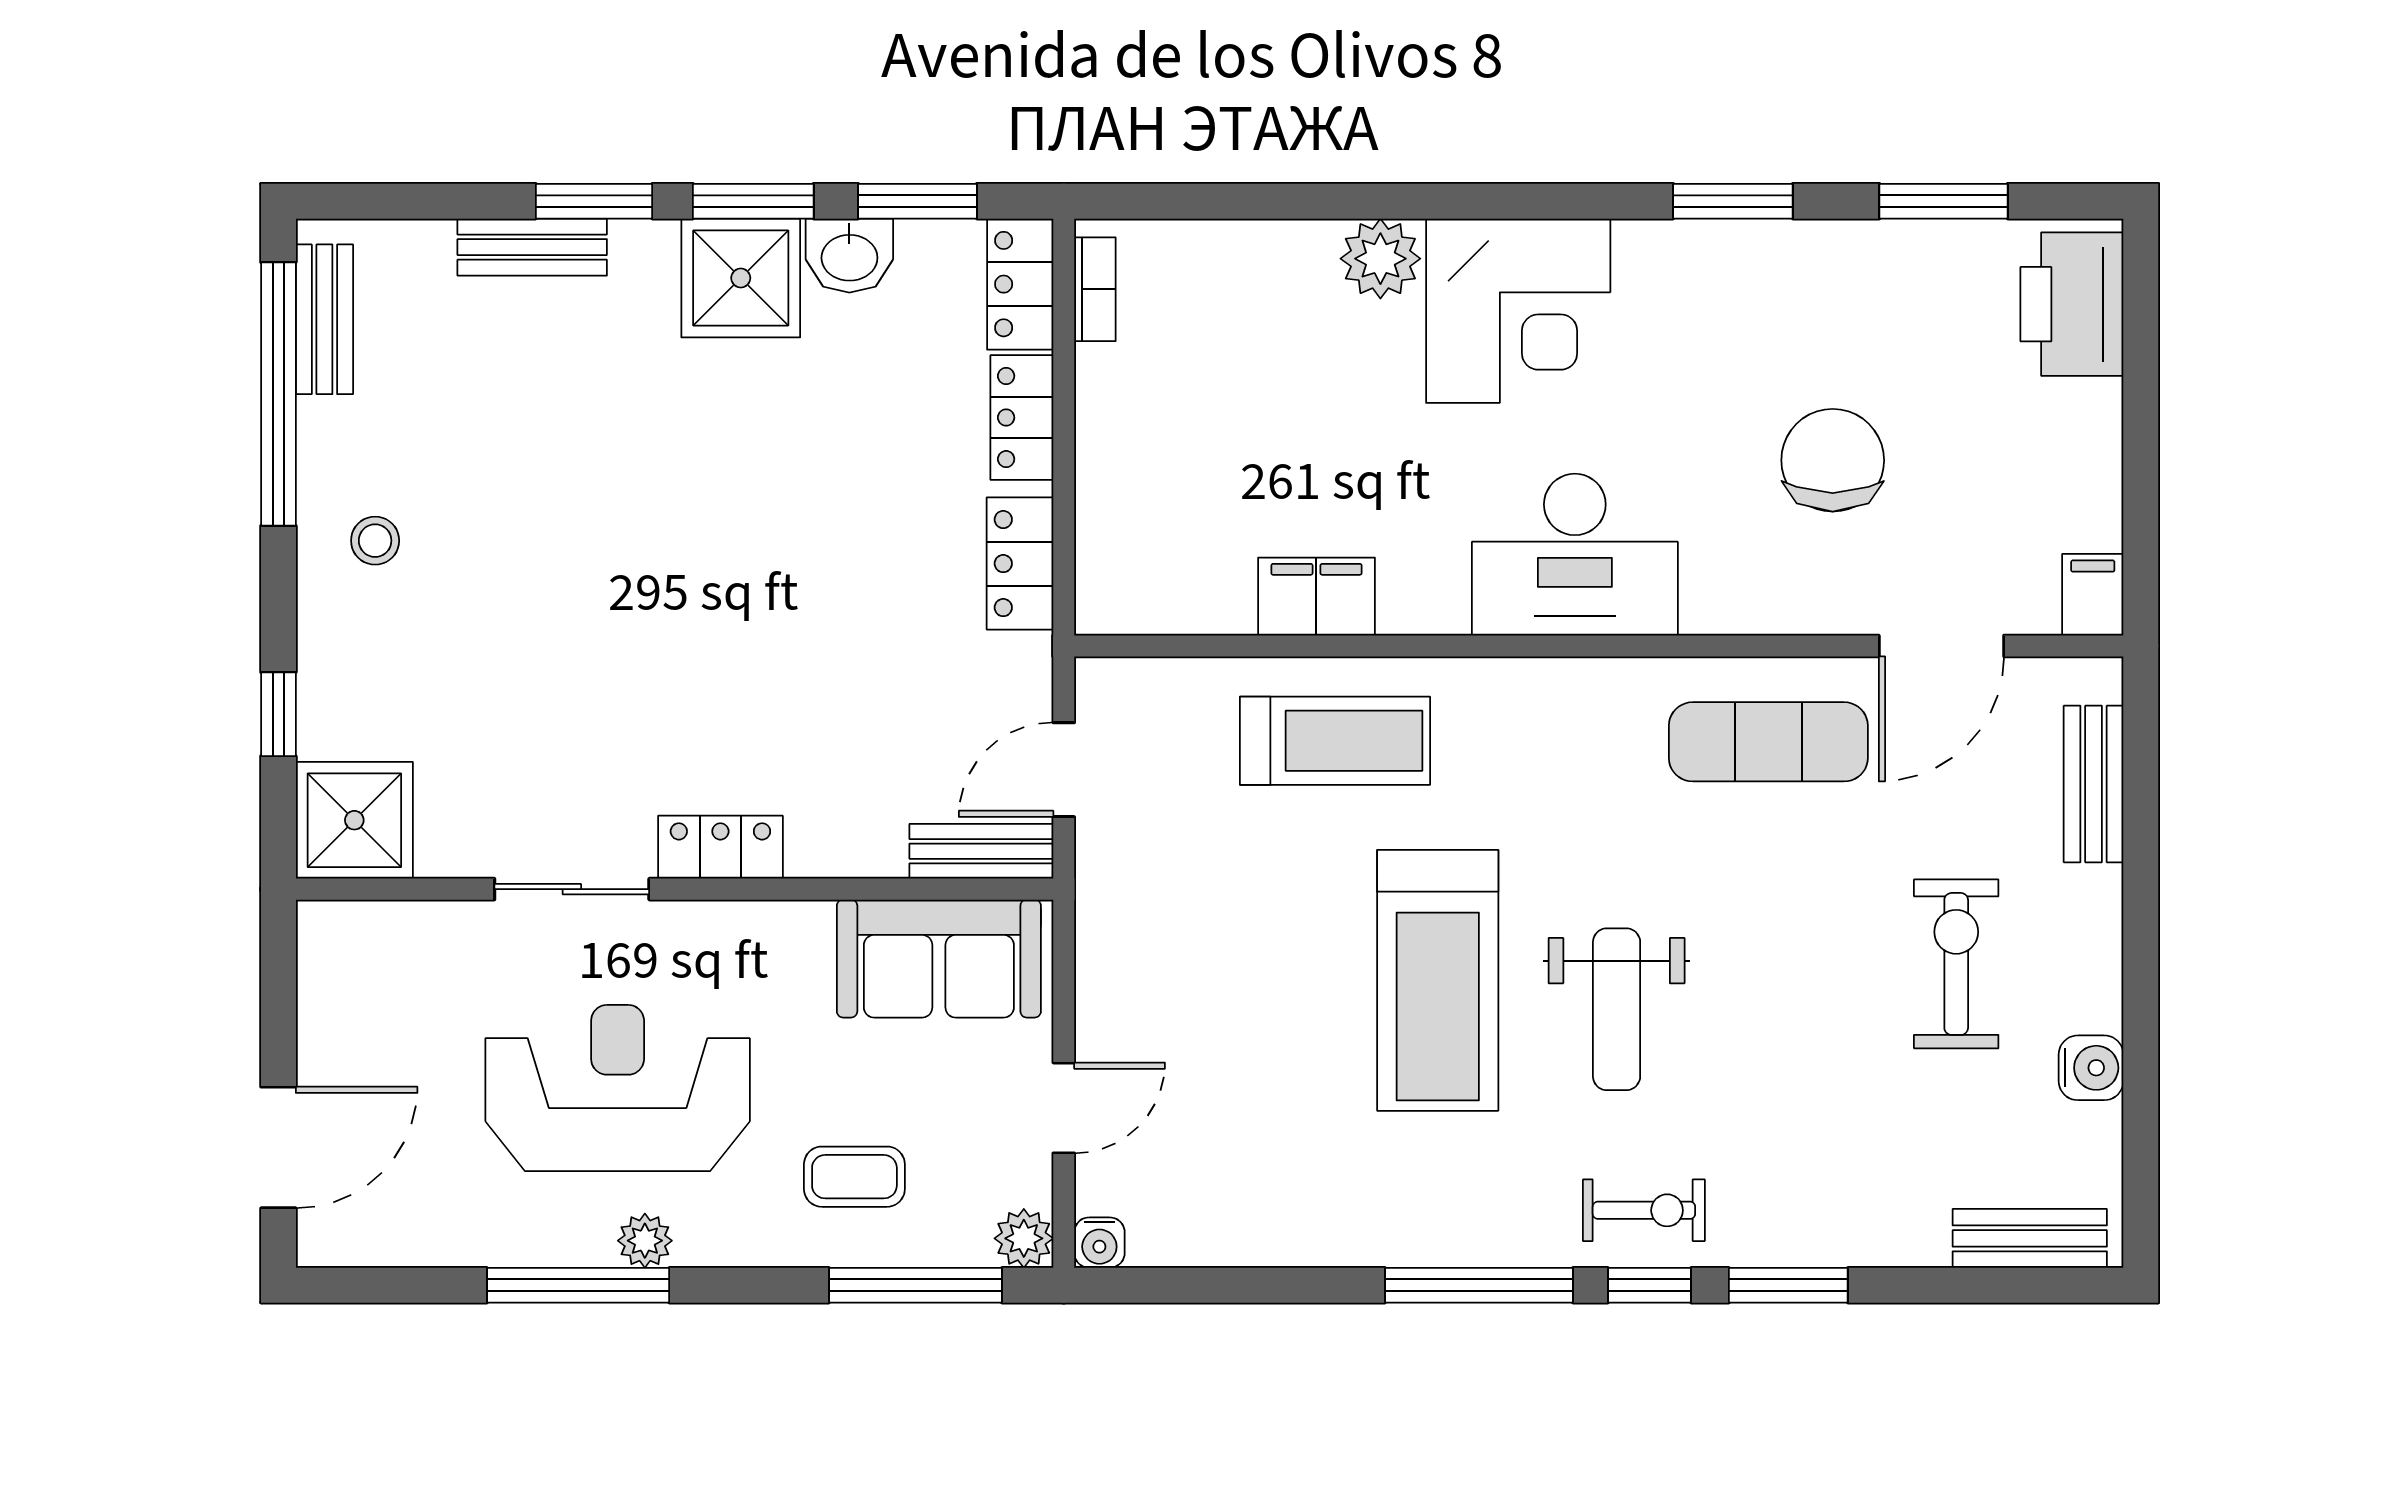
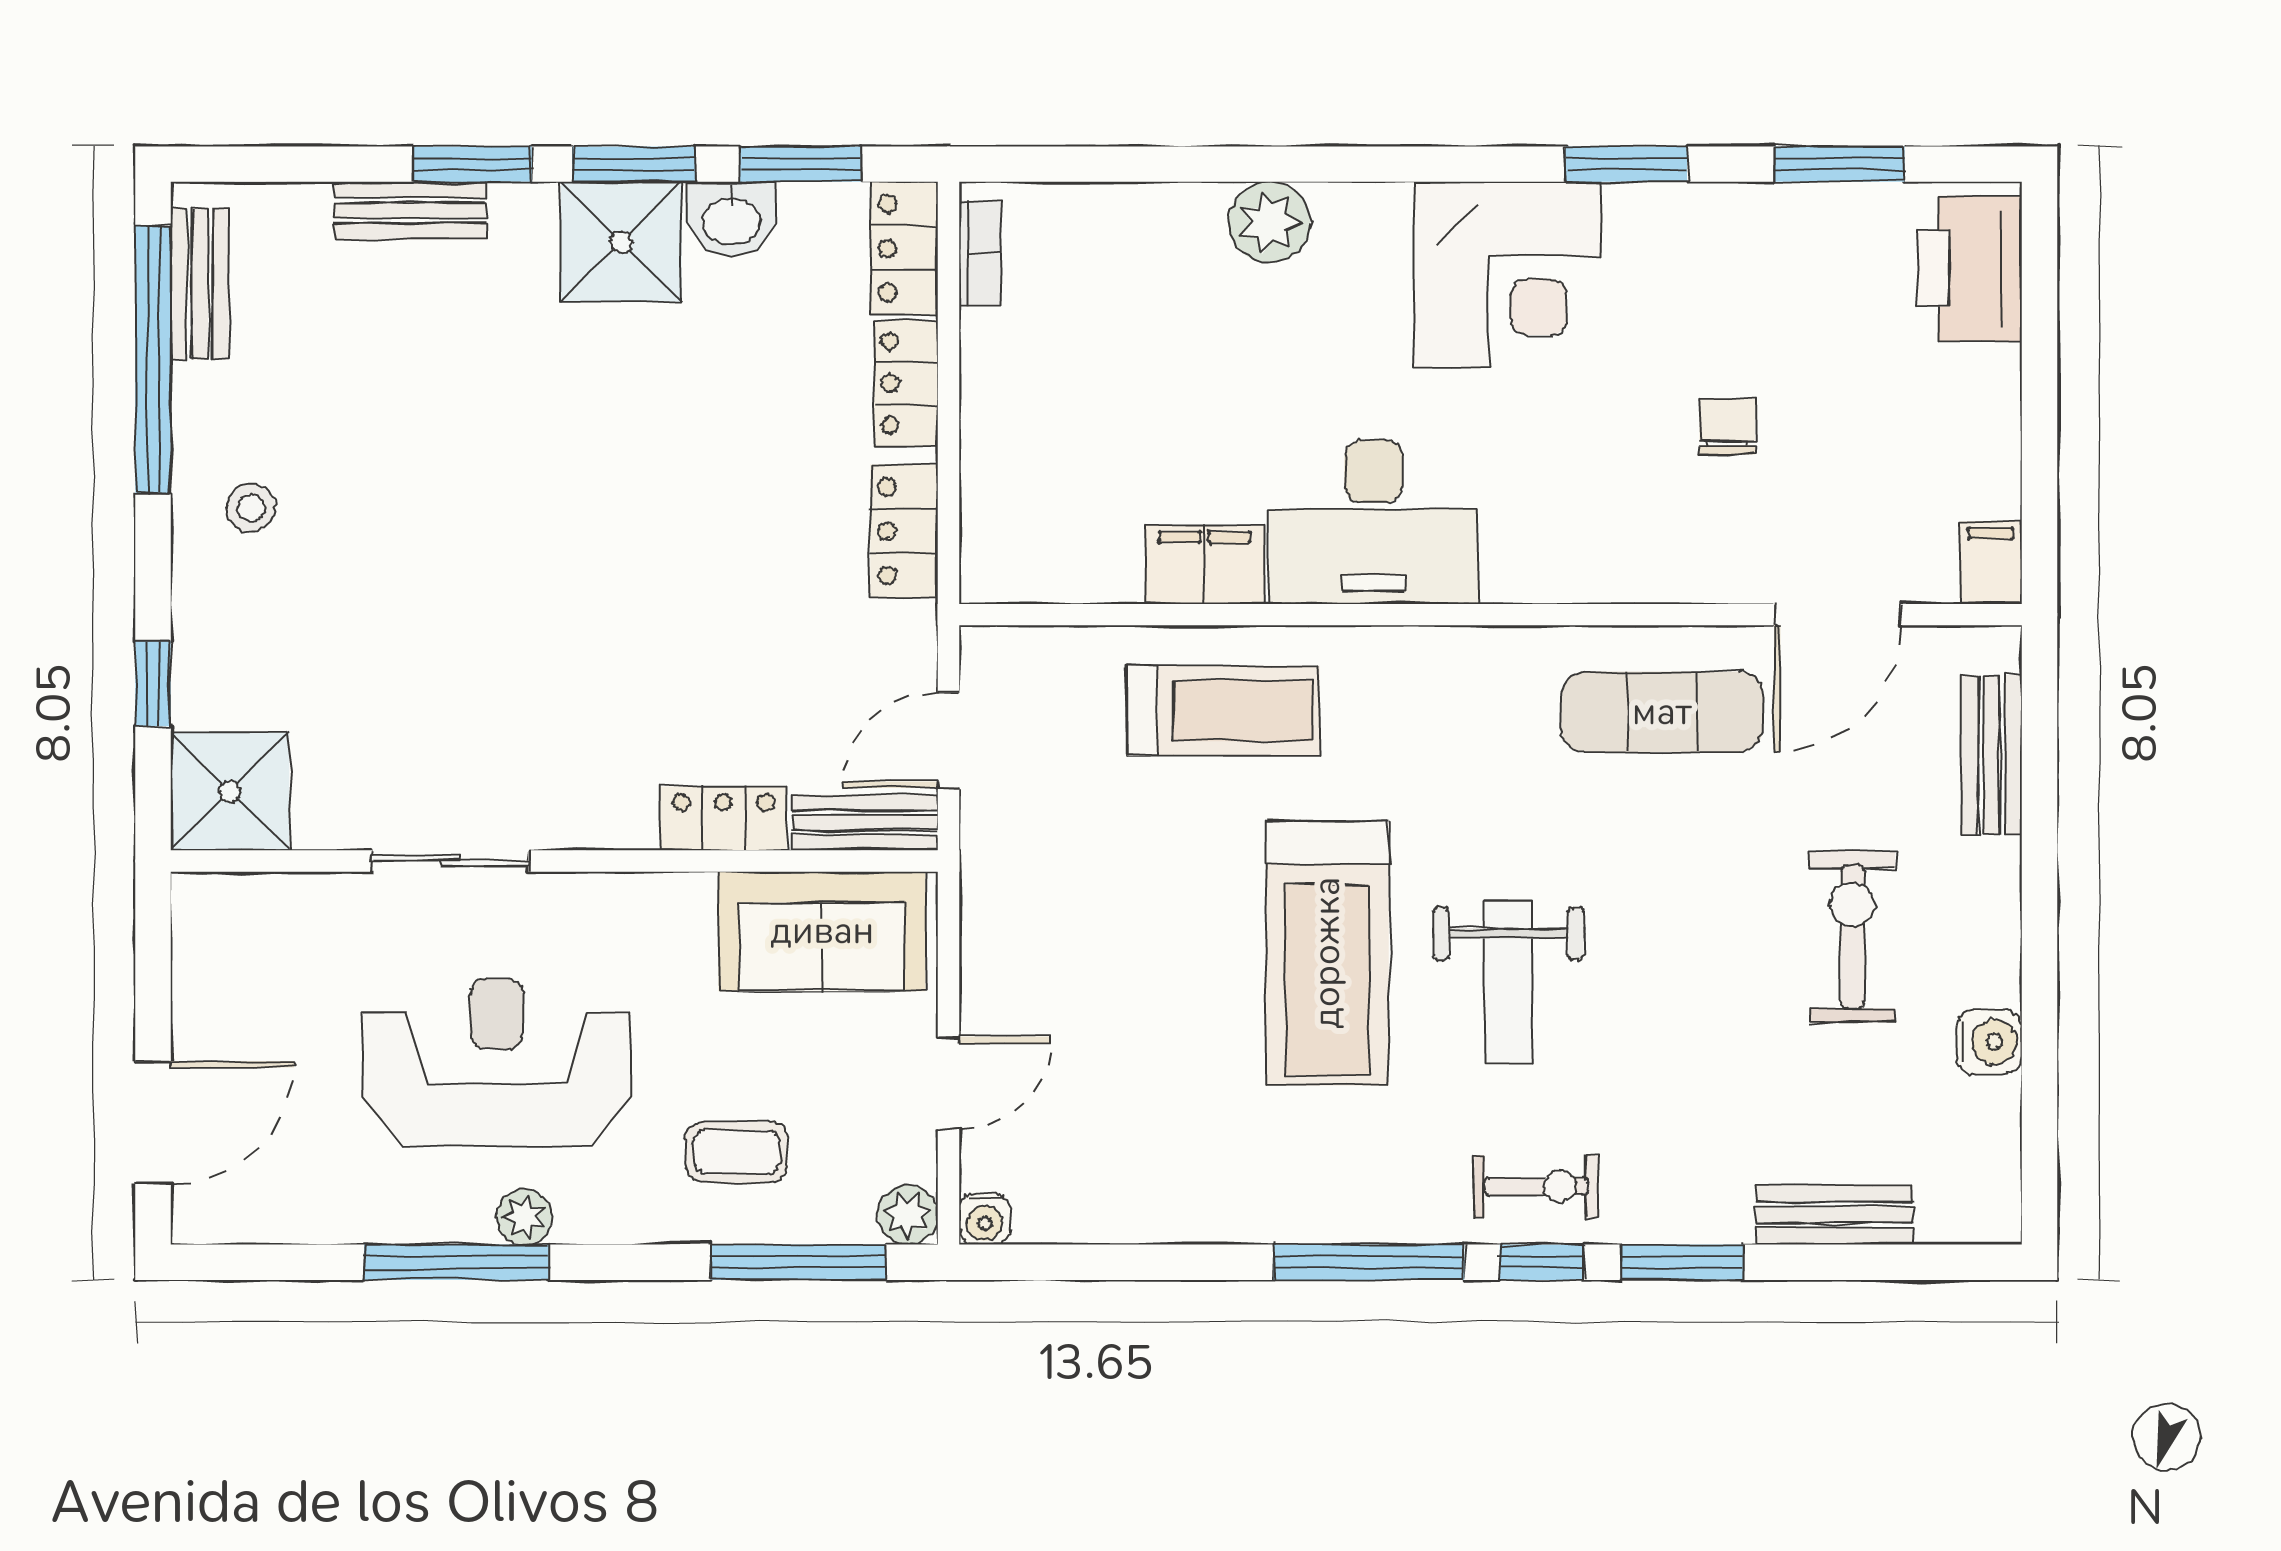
corner desk: (1518, 311) -> (1507, 275), moved
chair: (1833, 460) -> (1727, 427), width x0.54, depth x0.54
desk: (1575, 555) -> (1374, 522), moved
locker: (720, 847) -> (723, 818), moved
bench: (2030, 1238) -> (1834, 1215), moved

